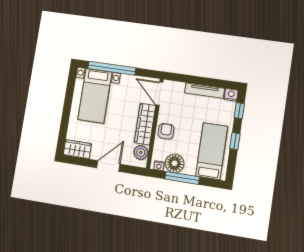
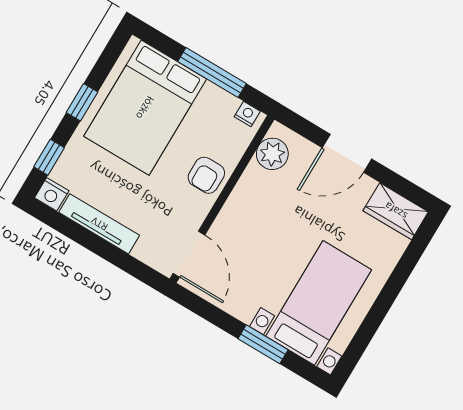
window: (112, 68) -> (263, 344), width x0.47
wardrobe: (145, 124) -> (242, 206), removed
bed: (212, 151) -> (145, 108), width x1.50
floor lamp: (175, 163) -> (215, 107), removed

